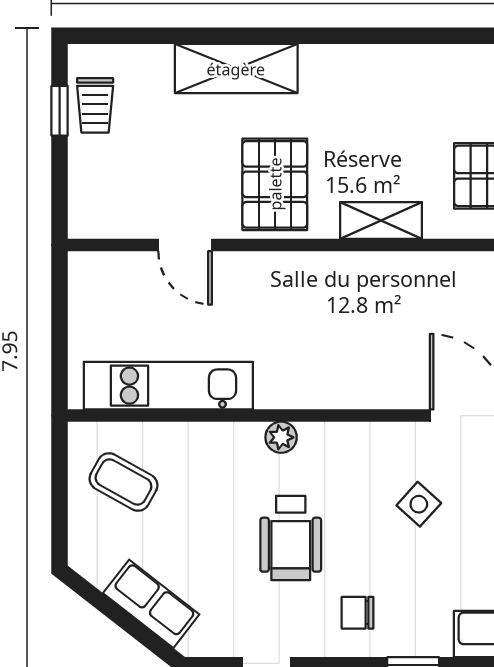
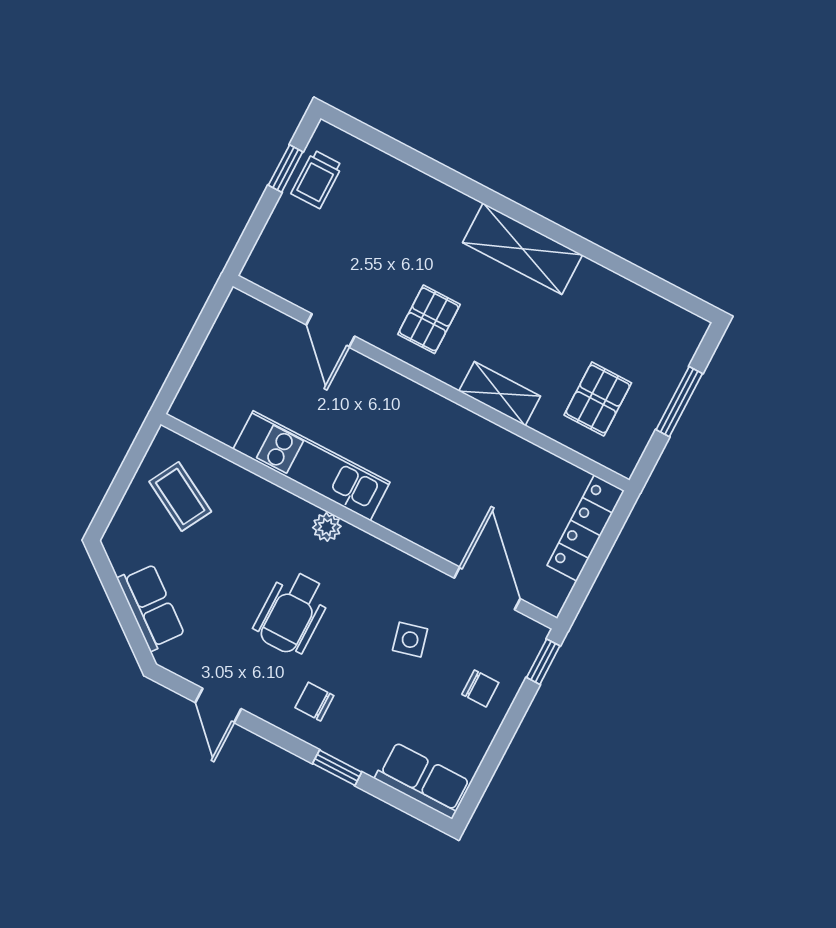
shelving: (236, 69) -> (523, 249), moved
pallet: (275, 184) -> (429, 319), width x0.67, depth x0.71
kitchen unit: (168, 386) -> (312, 466), moved
side table: (419, 504) -> (410, 640), turned 34

